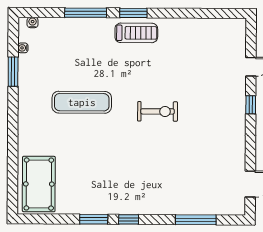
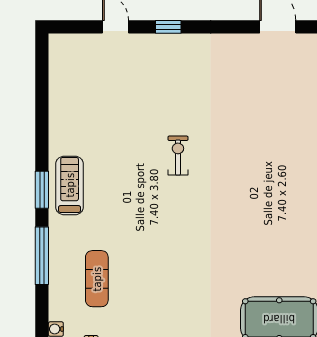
exercise mat: (82, 102) -> (97, 279), moved, width x0.73, depth x0.69
exercise bike: (158, 111) -> (178, 156), width x0.73, depth x0.72

